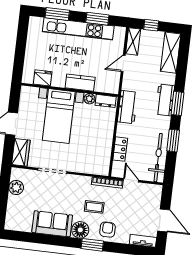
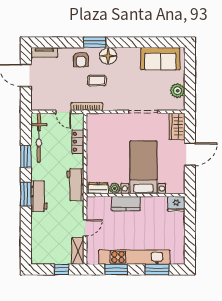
shelving: (171, 53) -> (39, 244), removed
fridge: (43, 78) -> (176, 204), moved
sofa: (52, 224) -> (160, 59), moved

